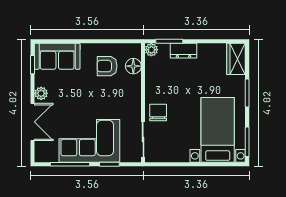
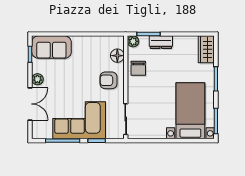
armchair: (107, 66) -> (108, 80), moved
chair: (158, 112) -> (138, 68), moved, turned 180

